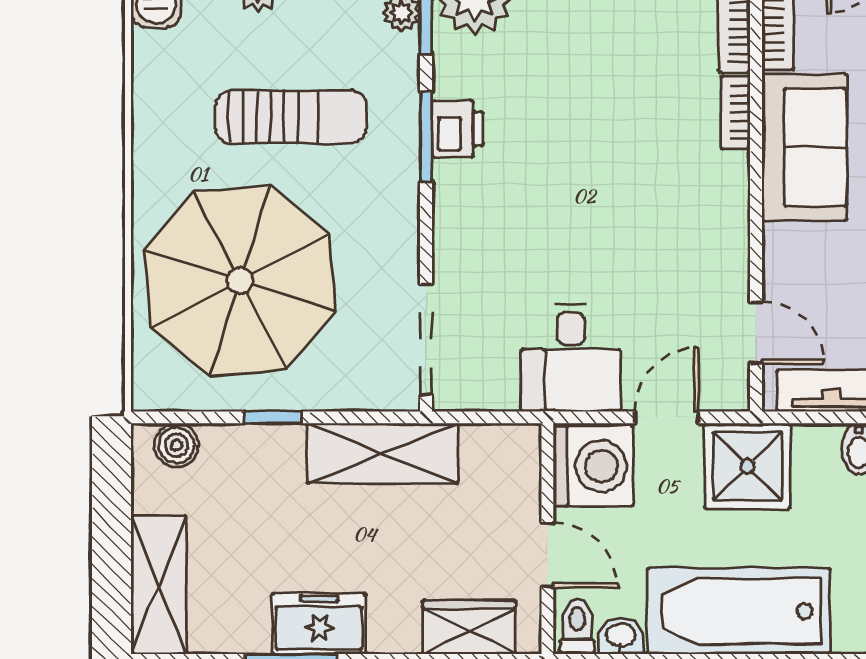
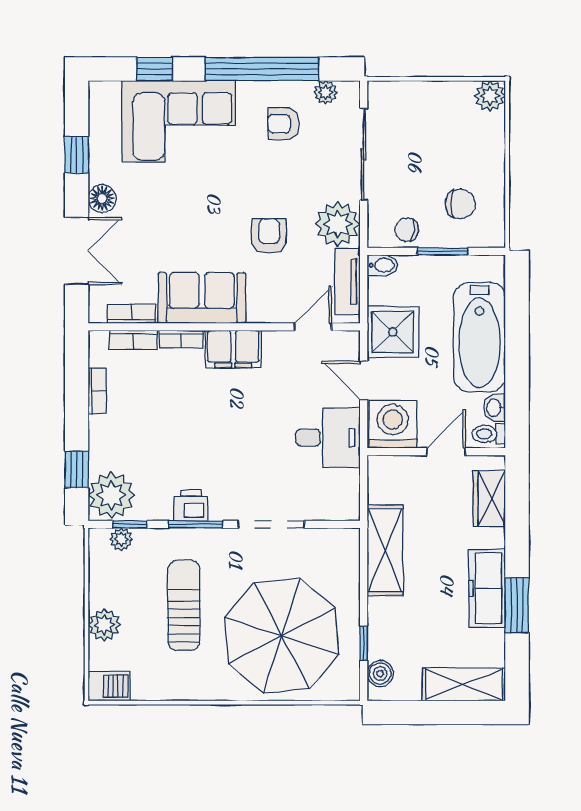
filing cabinet: (719, 200) -> (233, 349), added
doorway: (426, 340) -> (271, 524), moved
window: (273, 417) -> (364, 643), moved
freezer: (319, 624) -> (487, 588), width x1.40

